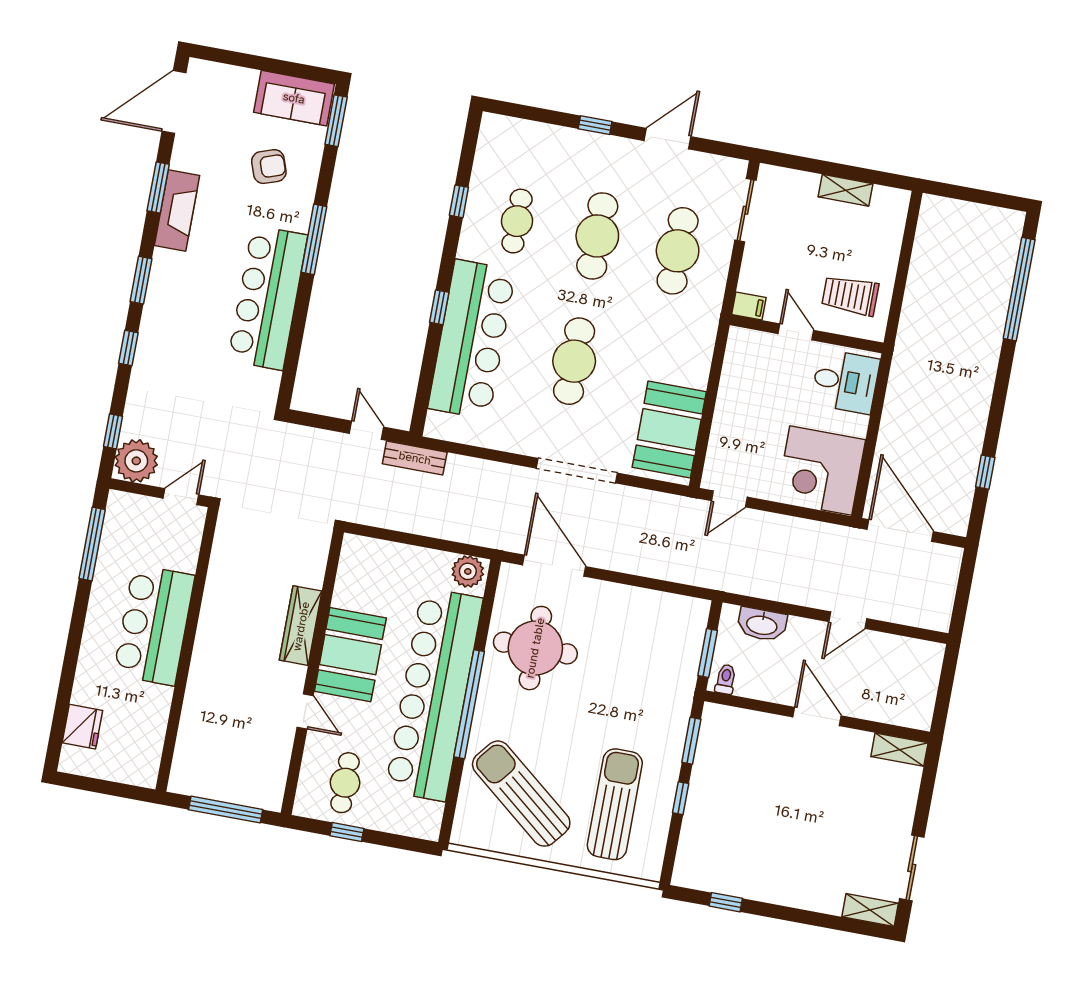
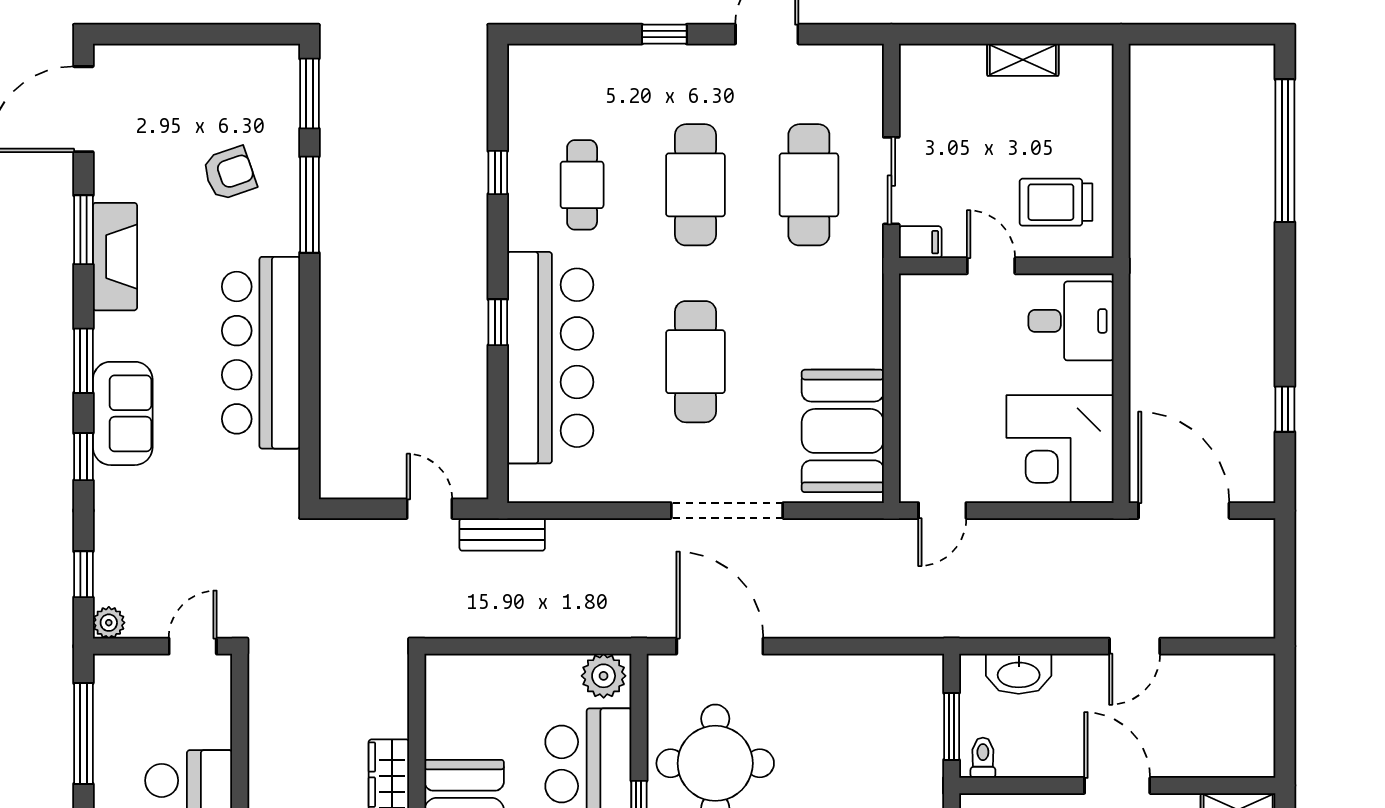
sofa: (294, 98) -> (123, 413), moved, turned -90
sliding door: (745, 210) -> (891, 181), moved
window: (314, 239) -> (309, 205), moved
plant: (136, 461) -> (109, 623), width x0.53, depth x0.53

